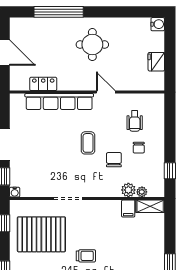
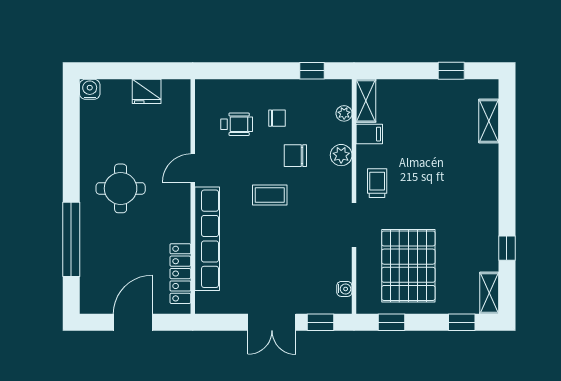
locker: (43, 84) -> (180, 274), width x1.53
plant: (128, 190) -> (341, 155), moved
water cooler: (15, 192) -> (344, 289), moved
trolley: (86, 256) -> (377, 183), moved

